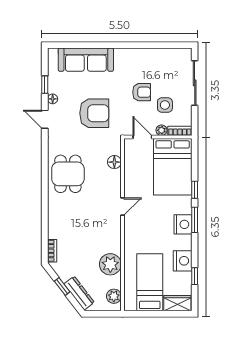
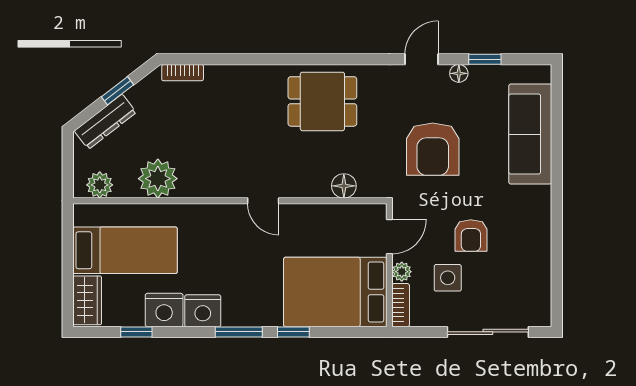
nightstand: (183, 224) -> (203, 311), moved

